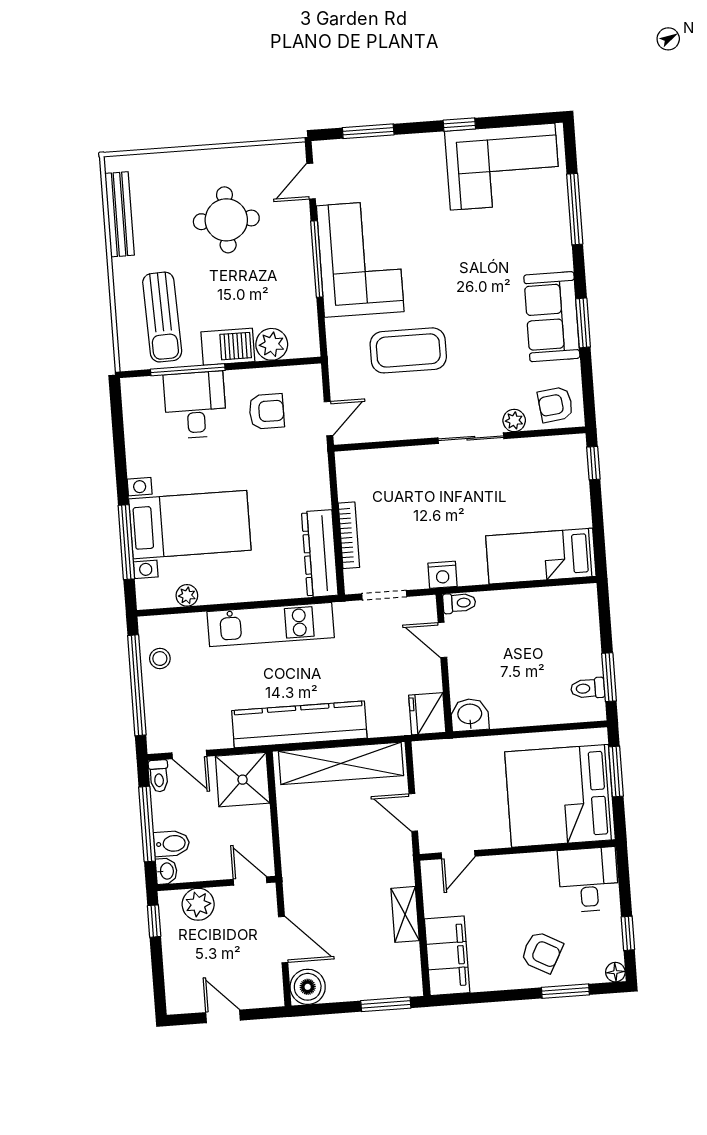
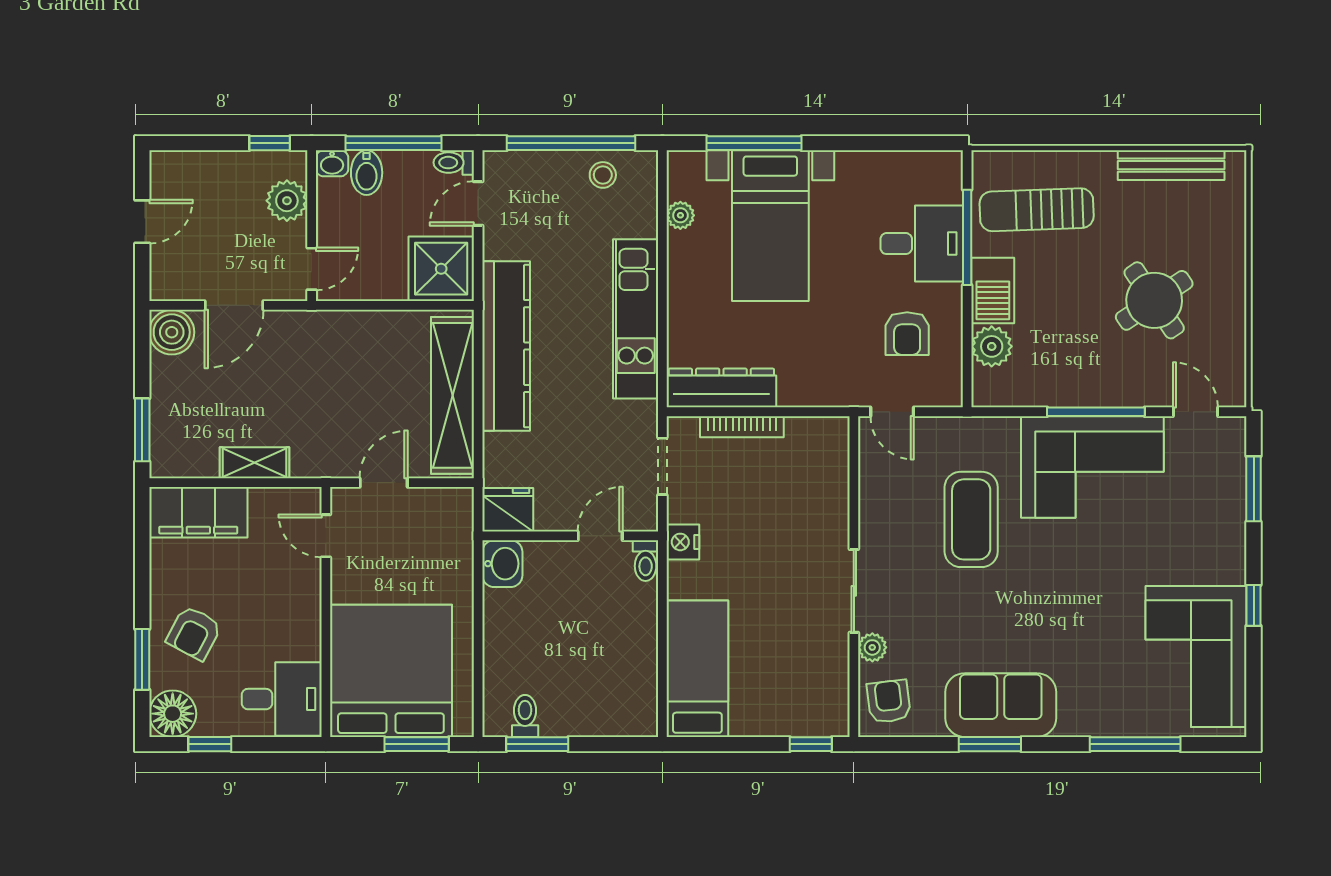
round table: (226, 220) -> (1154, 300), turned -34
floor lamp: (615, 972) -> (173, 714), width x1.89, depth x1.89

